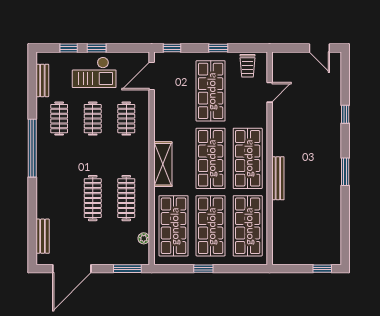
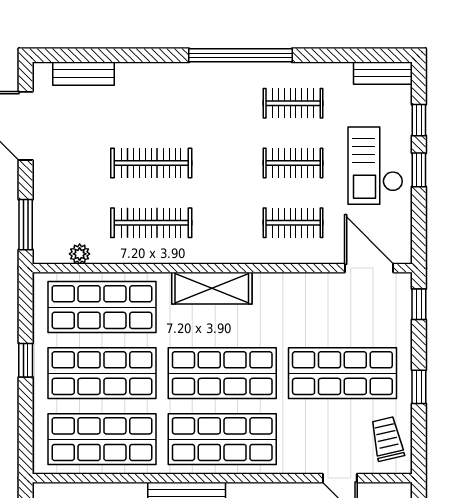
trolley: (247, 66) -> (387, 439), turned 77
bench: (42, 80) -> (383, 73), moved

